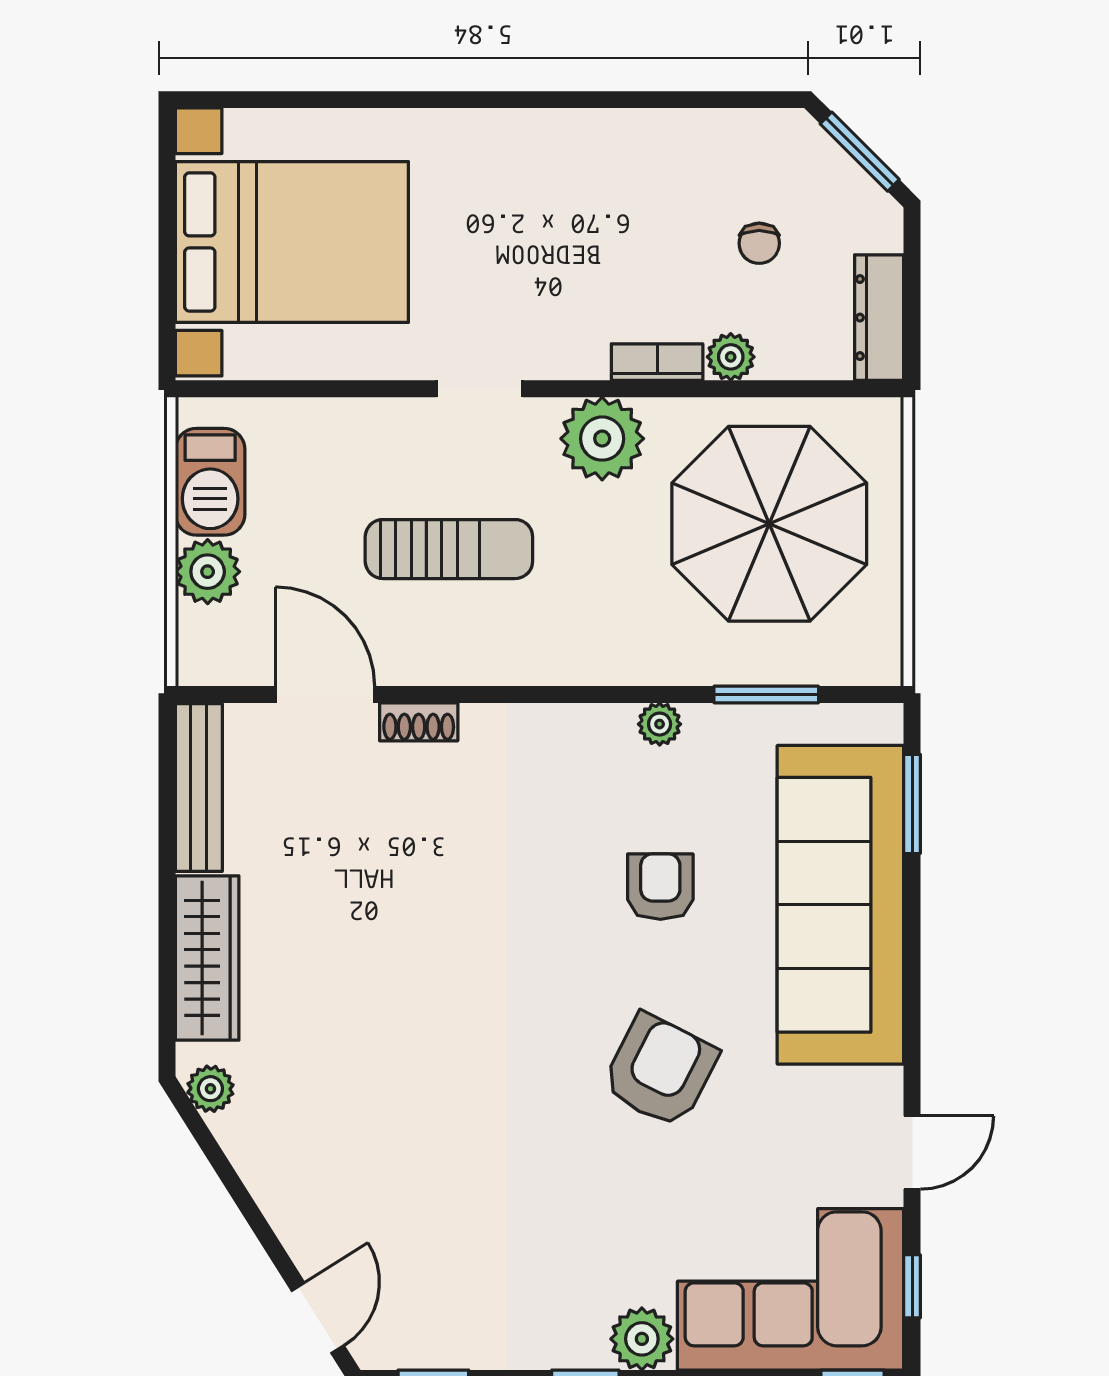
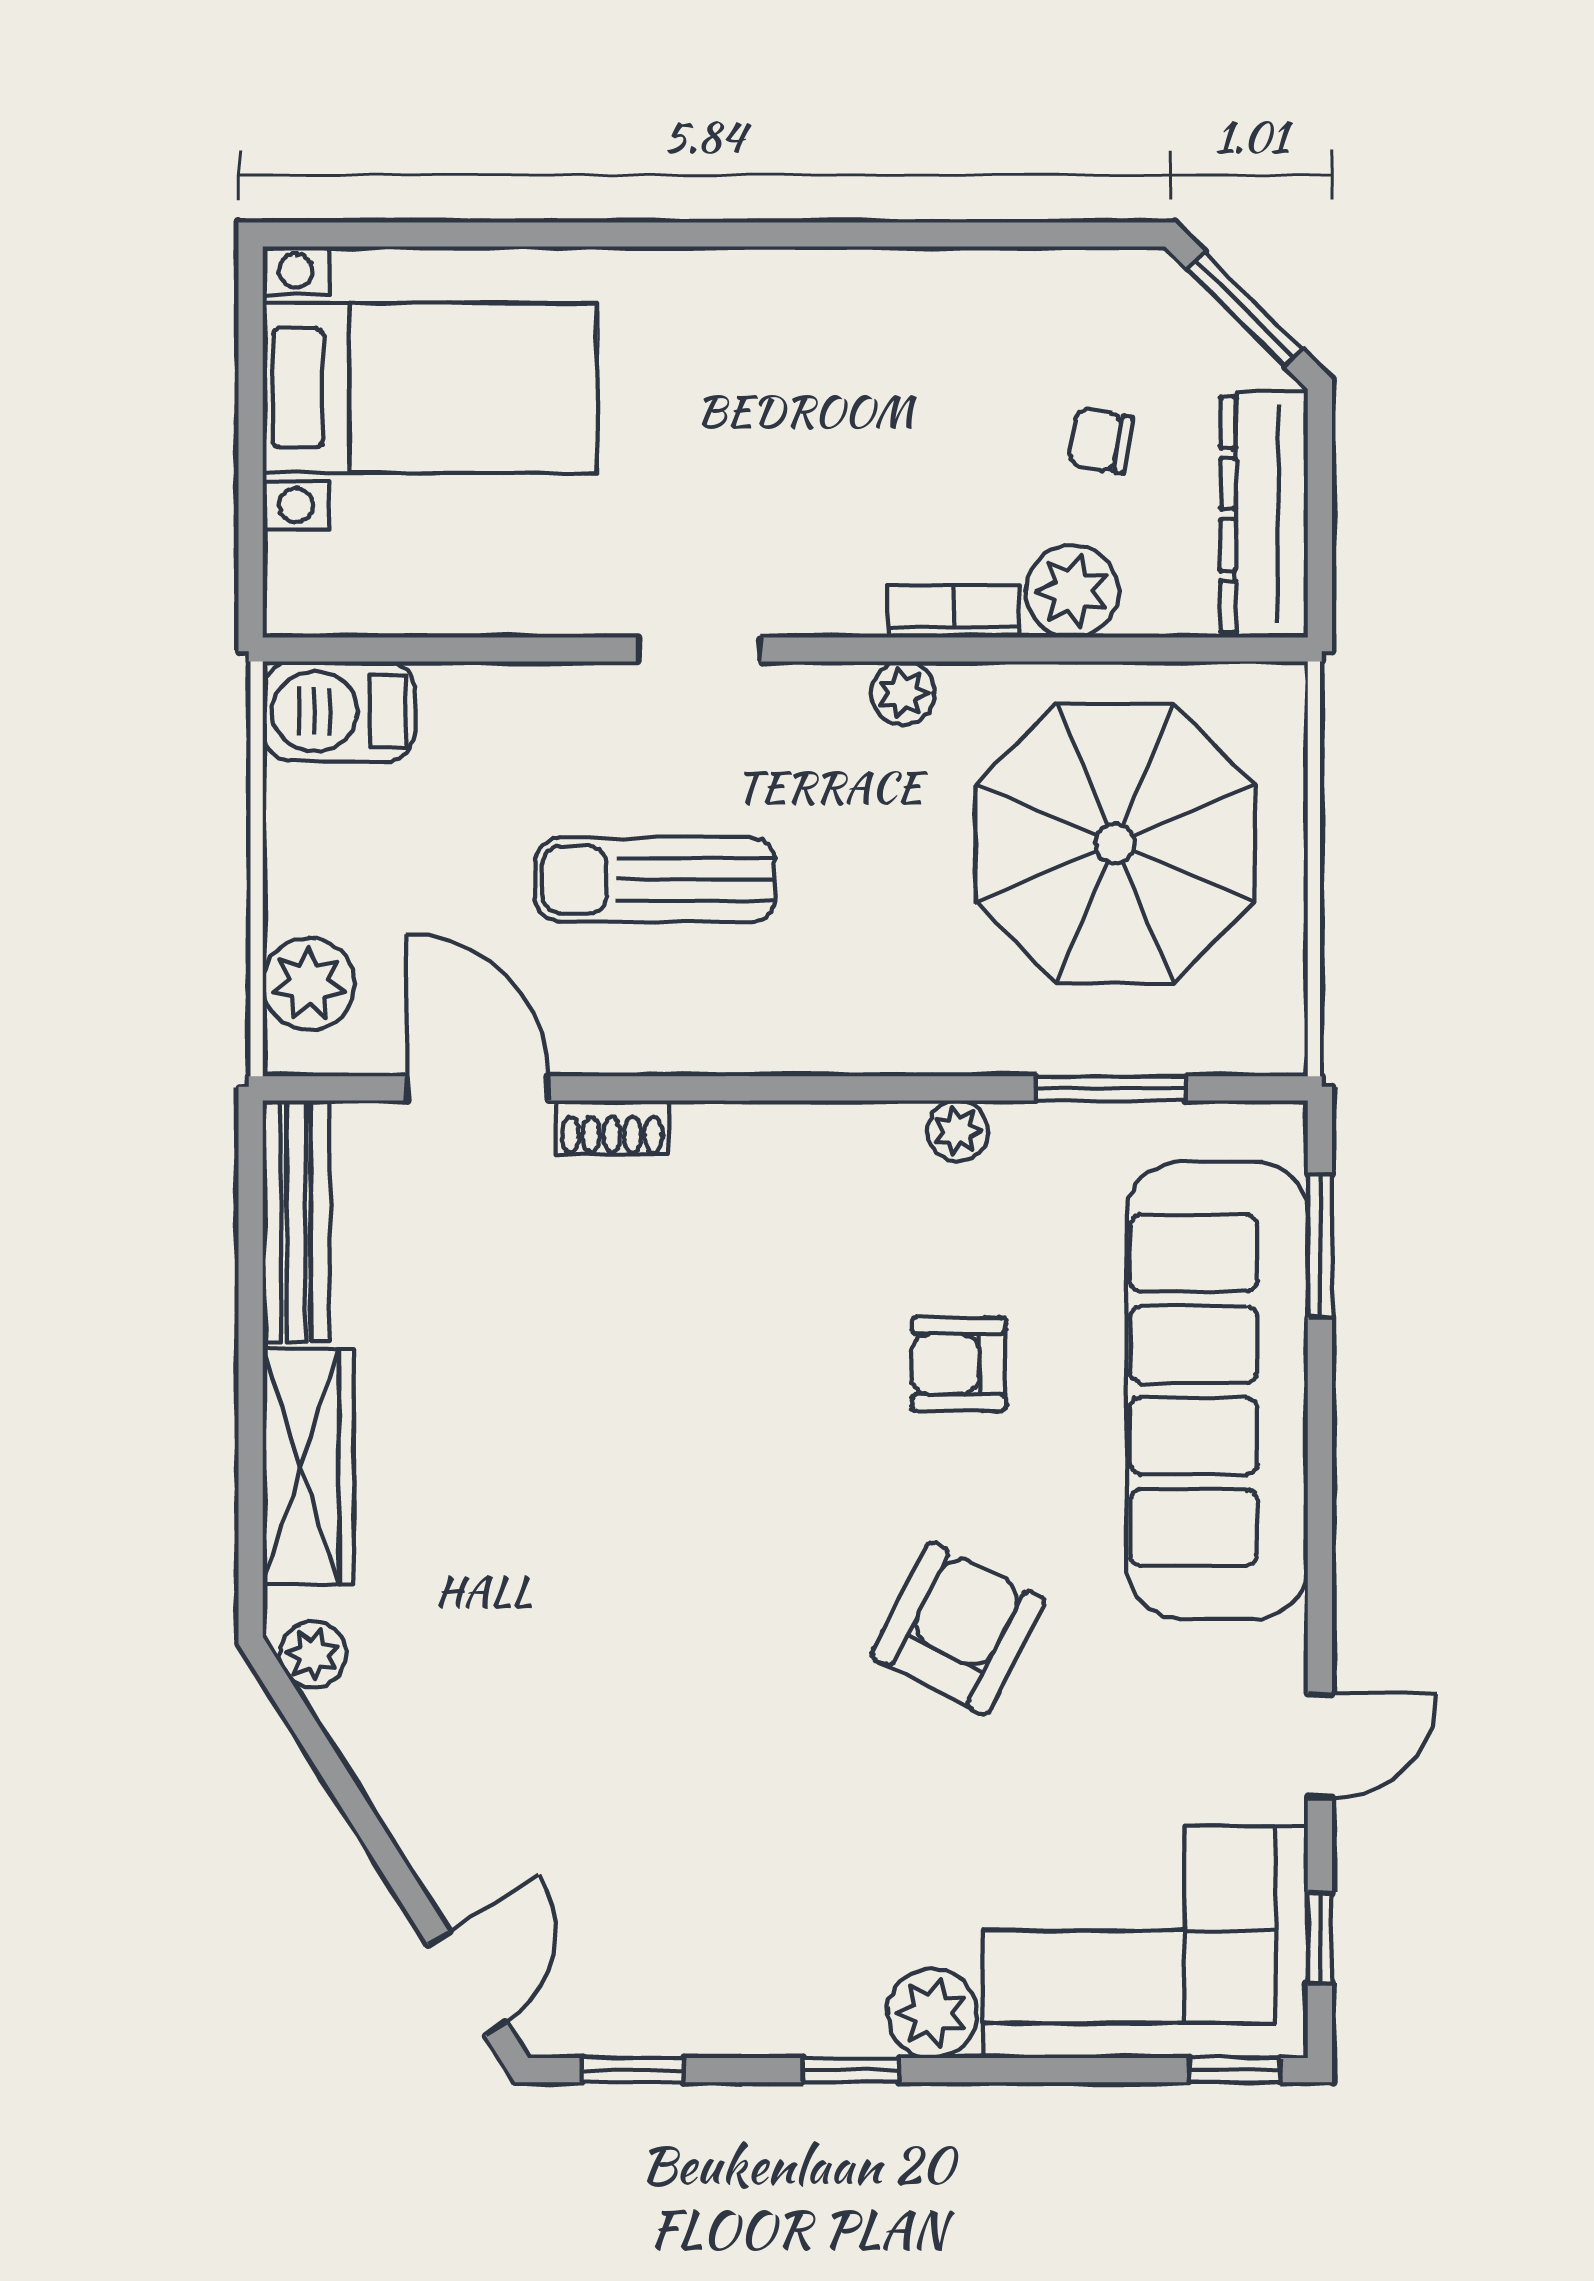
bed with nightstands: (292, 242) -> (430, 388), width x0.73
chair: (759, 243) -> (1101, 441), turned 100
dresser: (879, 318) -> (1264, 514), width x1.37, depth x1.24
plant: (731, 357) -> (1072, 591), width x1.38, depth x1.38
plant: (602, 439) -> (903, 693), width x0.53, depth x0.53
barbecue: (210, 482) -> (339, 711), moved, turned 90
sun lounger: (449, 549) -> (655, 880), turned 180
plant: (208, 572) -> (309, 984), moved
armchair: (660, 887) -> (959, 1364), turned -90

